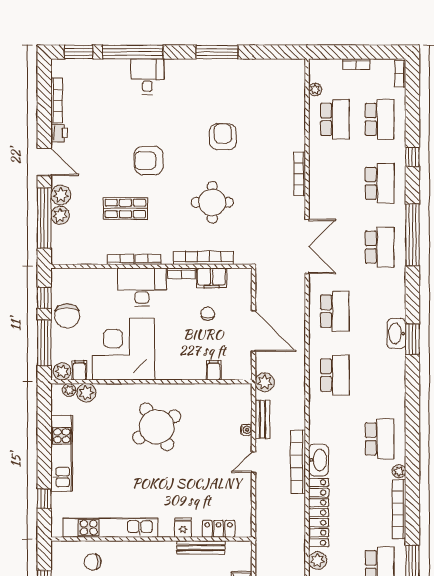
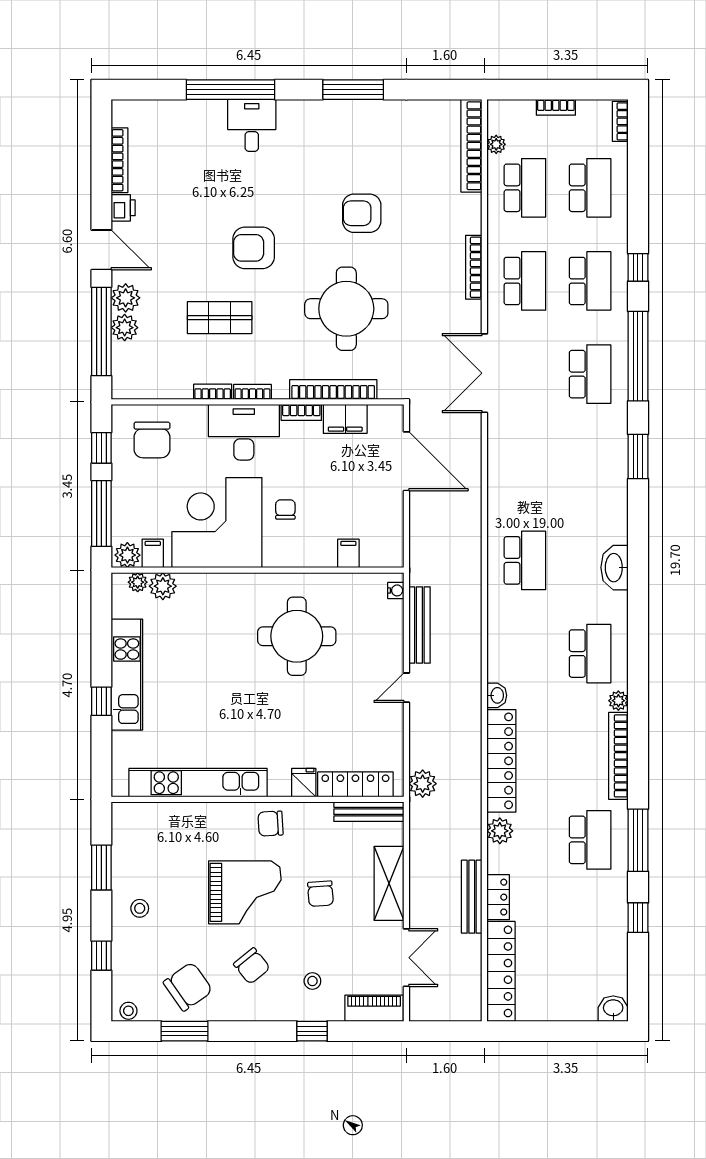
window: (79, 52) -> (152, 90), removed
armchair: (223, 137) -> (362, 213), turned -90
window: (412, 157) -> (638, 267), moved
round table: (212, 202) -> (346, 309), width x1.36, depth x1.36
double door: (307, 247) -> (484, 373), swing flipped
school desk: (335, 311) -> (525, 281), moved
chair: (208, 314) -> (285, 510), moved
chair: (67, 316) -> (152, 440), moved
door: (253, 331) -> (406, 461), moved
washbasin: (396, 333) -> (615, 568), moved
window: (412, 339) -> (638, 456), moved
plant: (265, 382) -> (423, 784), moved
bench: (262, 419) -> (419, 625), width x1.36
round table: (157, 427) -> (297, 636), moved, turned 31
water cooler: (246, 430) -> (396, 590), moved
washbasin: (318, 460) -> (497, 695), width x0.52, depth x0.69
bookcase: (298, 462) -> (471, 146), moved
window: (44, 499) -> (101, 701), moved
locker: (219, 529) -> (355, 784), width x1.53
bench: (201, 547) -> (369, 812), moved
chair: (93, 562) -> (271, 824), moved

